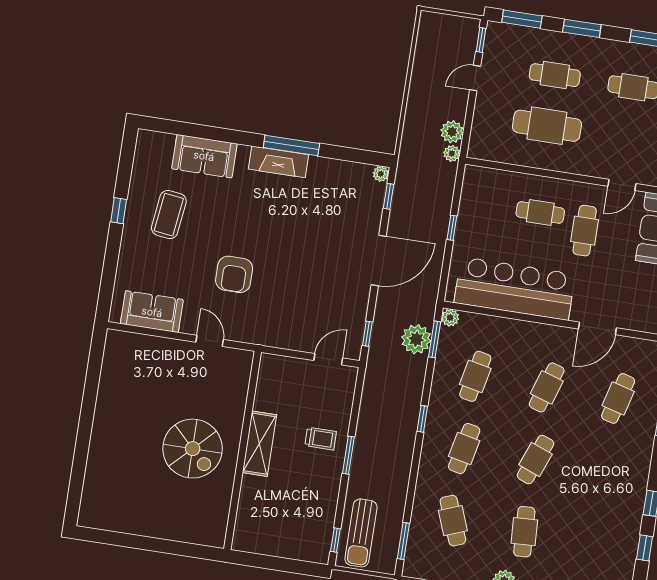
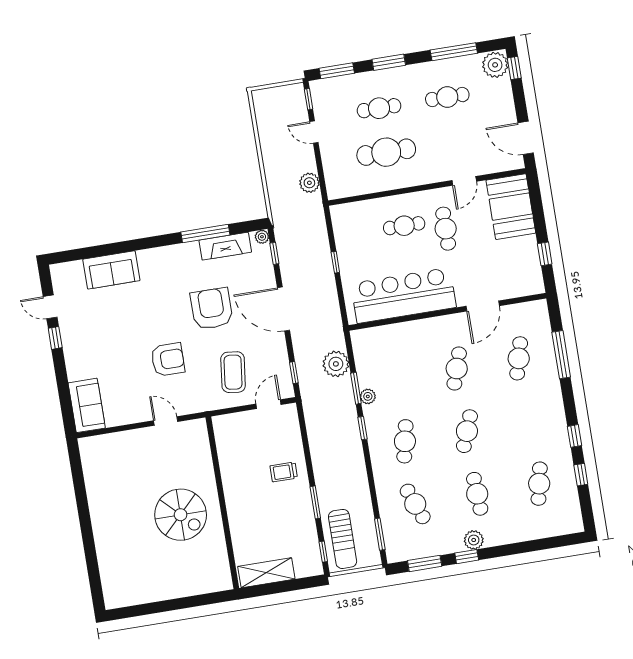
door: (475, 78) -> (314, 132), hinge flipped
window: (291, 146) -> (205, 233), moved
plant: (452, 153) -> (315, 201), removed
fireplace: (279, 162) -> (225, 246), moved
door: (124, 175) -> (50, 307), added
coffee table: (169, 215) -> (233, 372), moved
armchair: (300, 234) -> (212, 309), added
door: (379, 260) -> (284, 309), swing flipped
armchair: (234, 274) -> (168, 360), turned -90
sofa: (152, 312) -> (87, 405), moved, turned 90
plant: (450, 318) -> (368, 396), moved
window: (435, 339) -> (356, 388), moved
cafe table: (475, 376) -> (539, 484), moved
trolley: (321, 439) -> (284, 472), turned 180
shelving: (259, 444) -> (266, 573), moved, turned 90
window: (348, 455) -> (315, 502), moved

